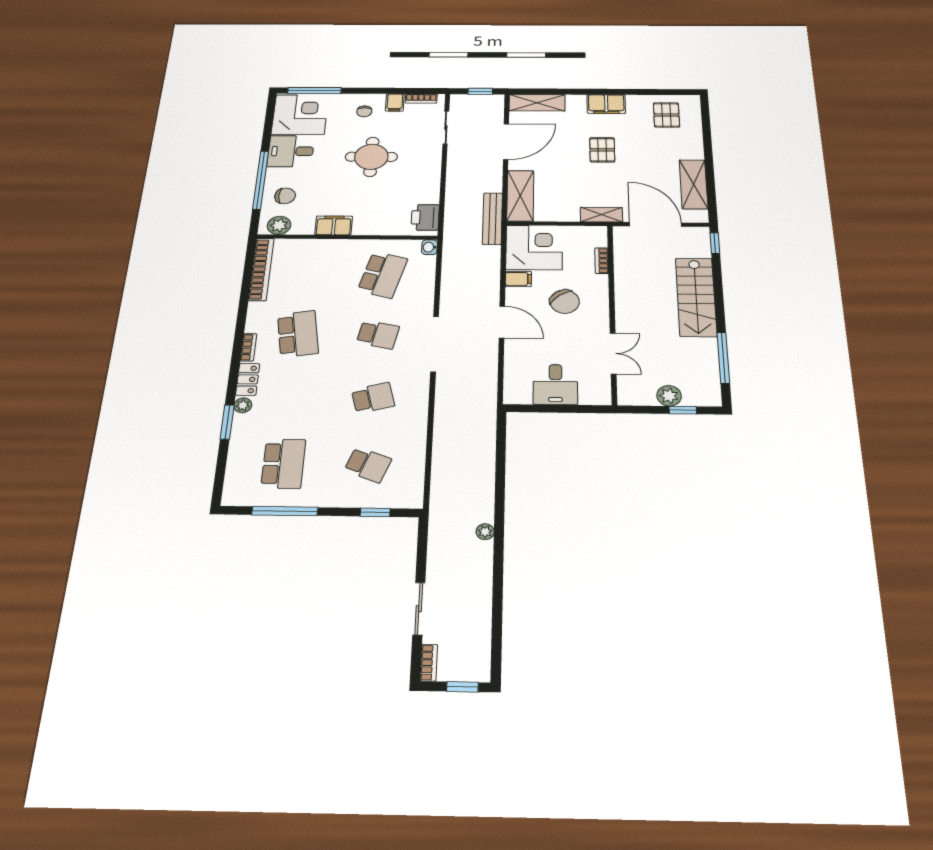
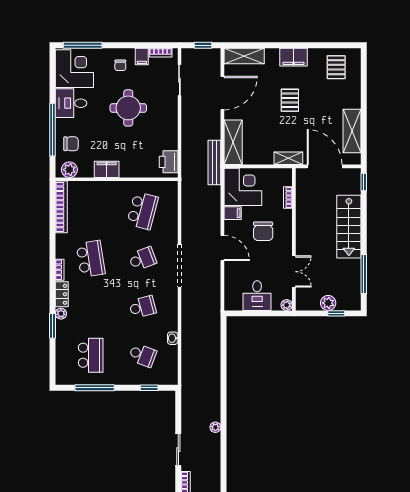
washbasin: (429, 247) -> (173, 338), moved
chair: (565, 302) -> (263, 231), turned 37
school desk: (378, 335) -> (143, 259), turned -33
plant: (603, 398) -> (287, 305), added
plant: (485, 532) -> (215, 427), moved

